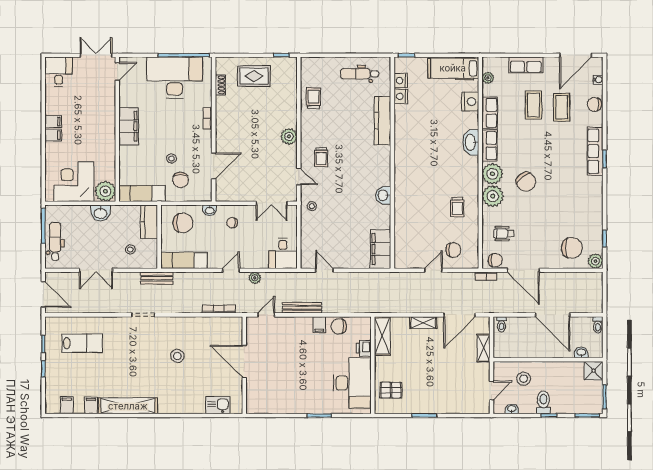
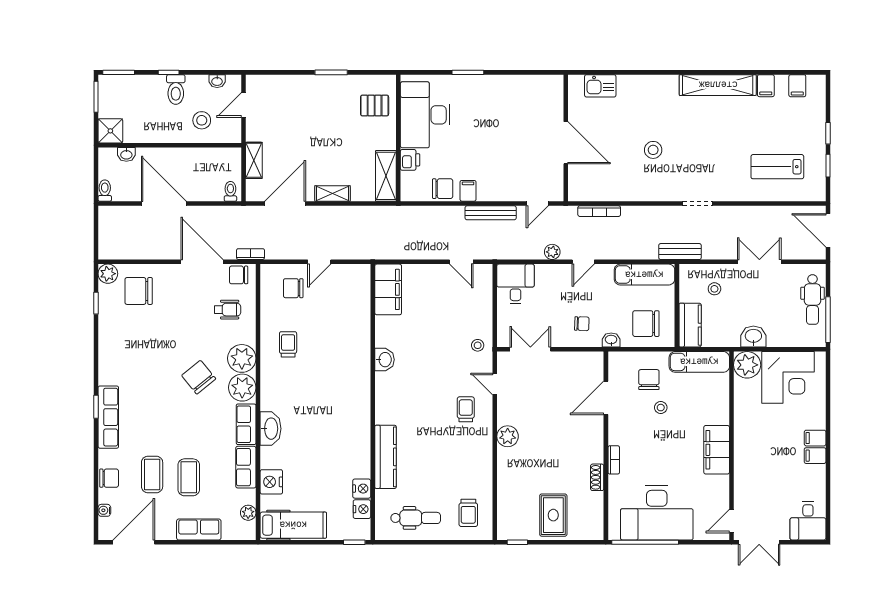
rug: (254, 76) -> (553, 515), turned 90
shoe rack: (220, 85) -> (597, 477), moved
trolley: (313, 98) -> (468, 513), moved

